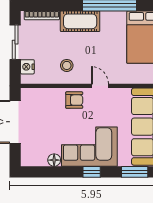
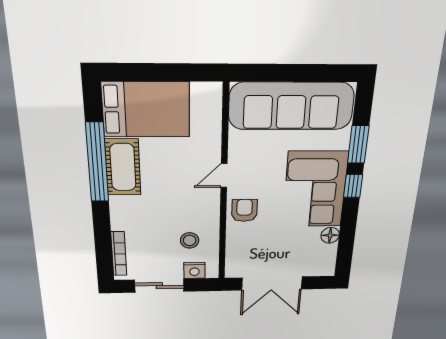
cot: (80, 21) -> (123, 167), moved
stool: (67, 65) -> (190, 240), moved
window: (135, 172) -> (358, 144), moved

